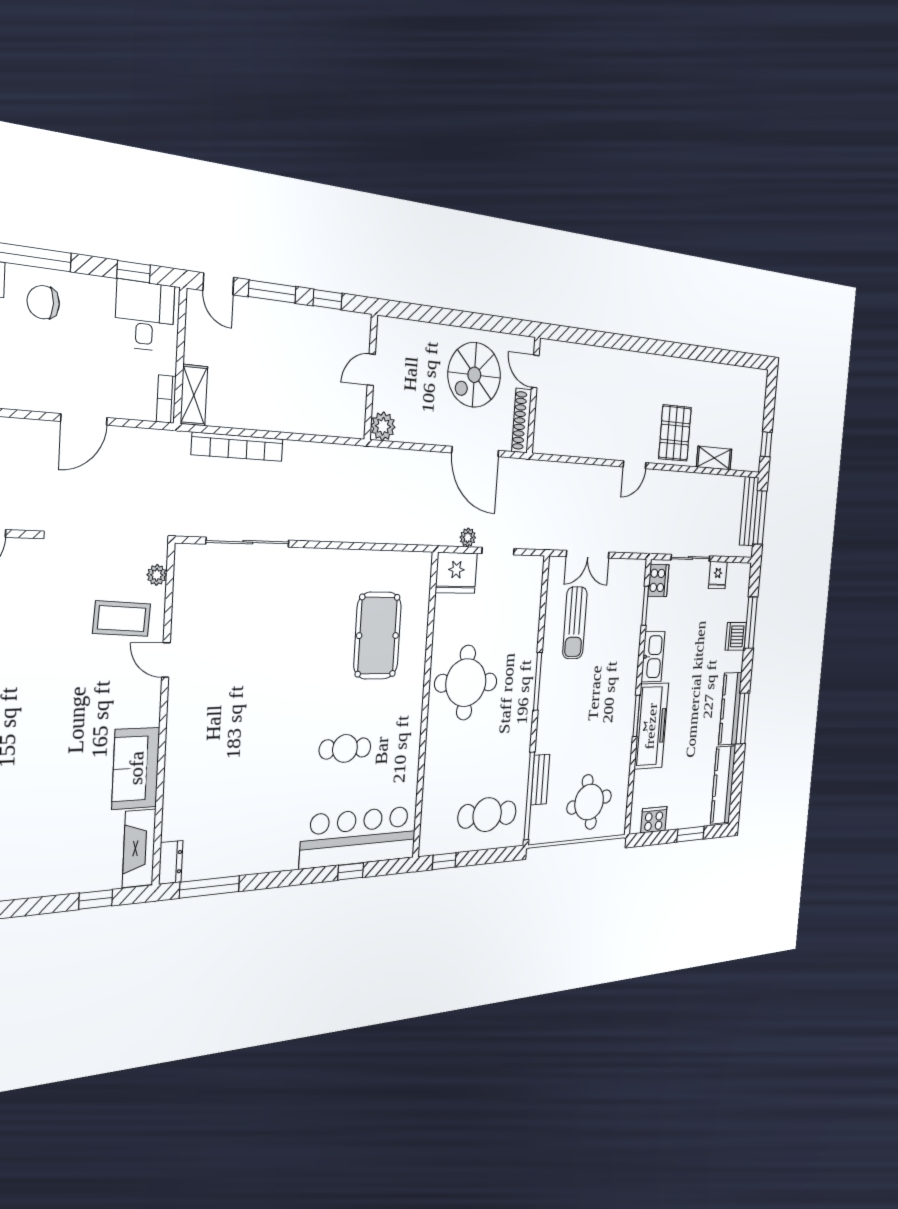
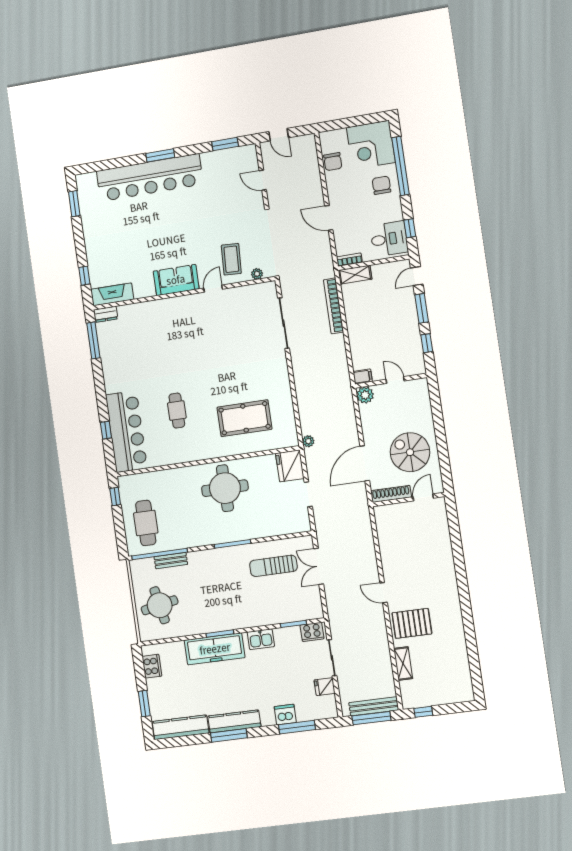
filing cabinet: (356, 423) -> (363, 377), added
plant: (468, 537) -> (308, 441), moved
kitchen sink: (653, 657) -> (261, 639), width x0.73
sofa: (136, 768) -> (176, 280), moved

